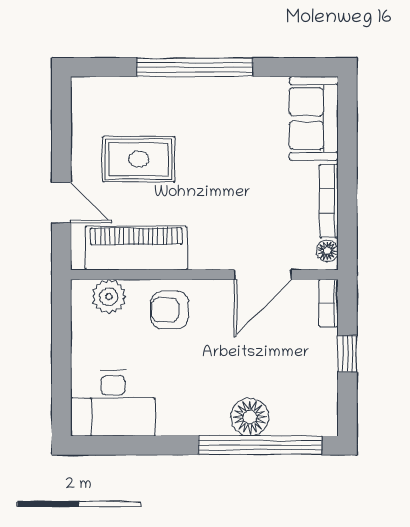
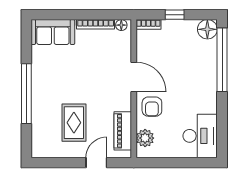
piano: (136, 248) -> (123, 131), width x0.73, depth x0.75
door: (263, 275) -> (134, 77), moved
floor lamp: (250, 417) -> (207, 29), moved

